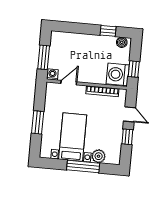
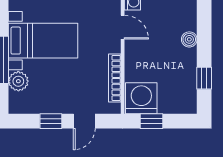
boiler: (122, 42) -> (189, 39), moved

